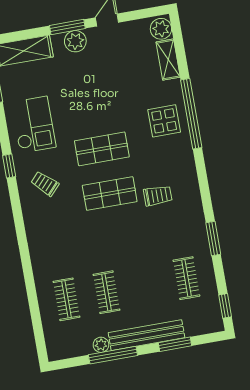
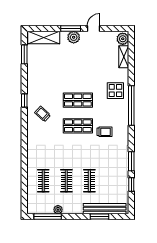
window: (191, 114) -> (131, 105), moved
checkout: (34, 125) -> (42, 80), removed
clothes rail: (186, 278) -> (89, 181), moved
window: (225, 306) -> (131, 184), moved
bench: (146, 335) -> (105, 209), moved
window: (113, 355) -> (48, 217), moved

